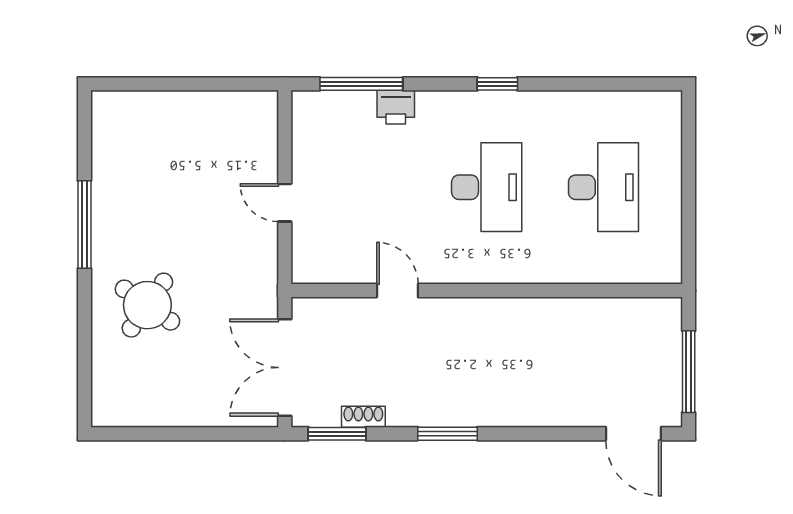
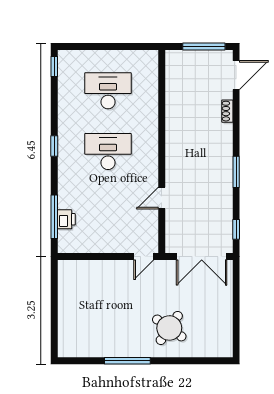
window: (650, 84) -> (54, 66), added
printer: (396, 107) -> (66, 219), moved
door: (285, 203) -> (144, 257), moved
shoe rack: (363, 417) -> (227, 111), moved
window: (337, 434) -> (236, 229), width x0.67

